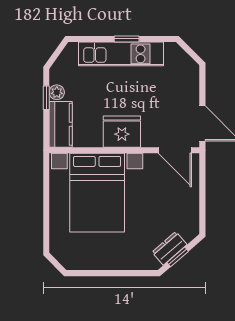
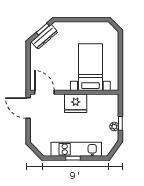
kitchen counter: (61, 124) -> (112, 108), removed
bed with nightstands: (97, 193) -> (90, 67), width x0.73
dresser: (170, 248) -> (44, 37), width x1.44

